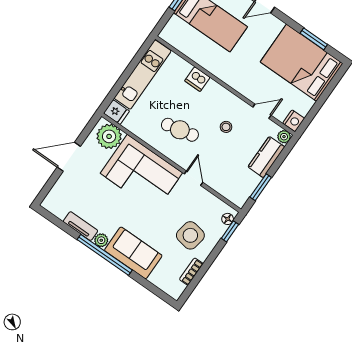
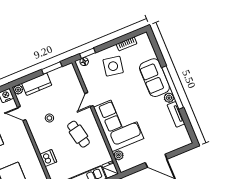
plant: (109, 136) -> (119, 155), width x0.53, depth x0.53

